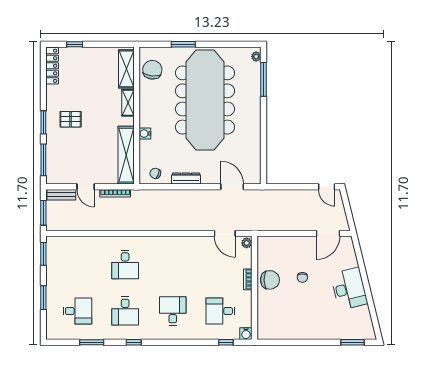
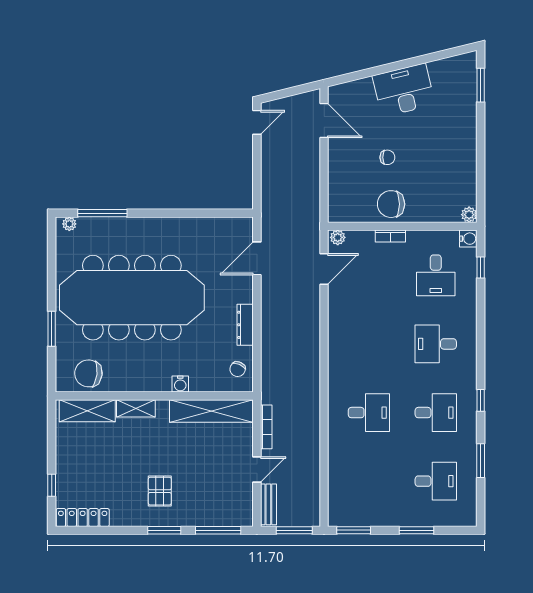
chair: (270, 280) -> (391, 204), turned -90
desk: (77, 311) -> (436, 481), turned 90
plant: (263, 334) -> (469, 215), added

